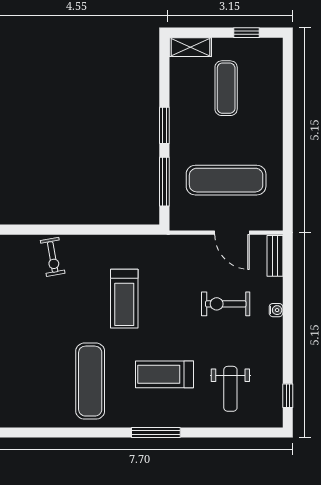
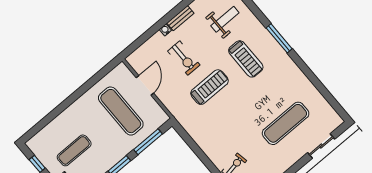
bench: (275, 256) -> (180, 18), moved
treadmill: (124, 299) -> (209, 87), moved
exercise mat: (90, 381) -> (286, 123), moved

